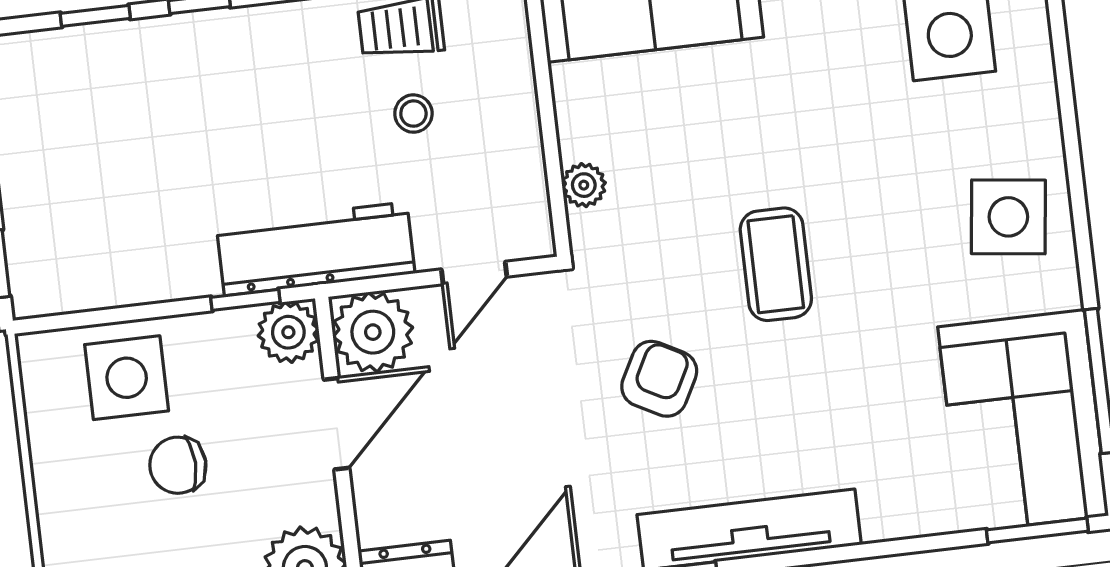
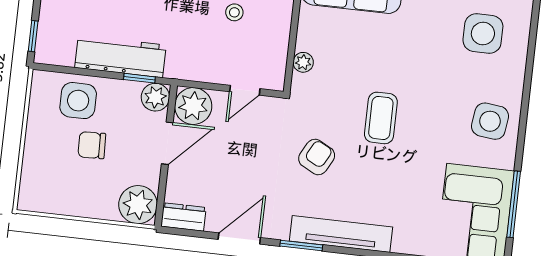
workbench: (316, 249) -> (120, 56), moved

